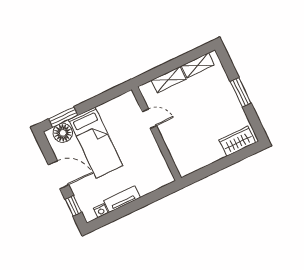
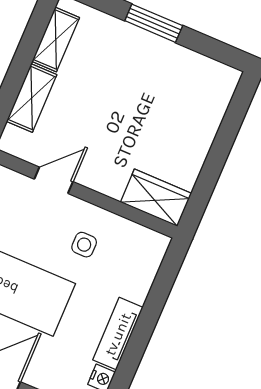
wardrobe: (237, 141) -> (156, 198), moved, turned 90
side table: (139, 154) -> (84, 245), added

